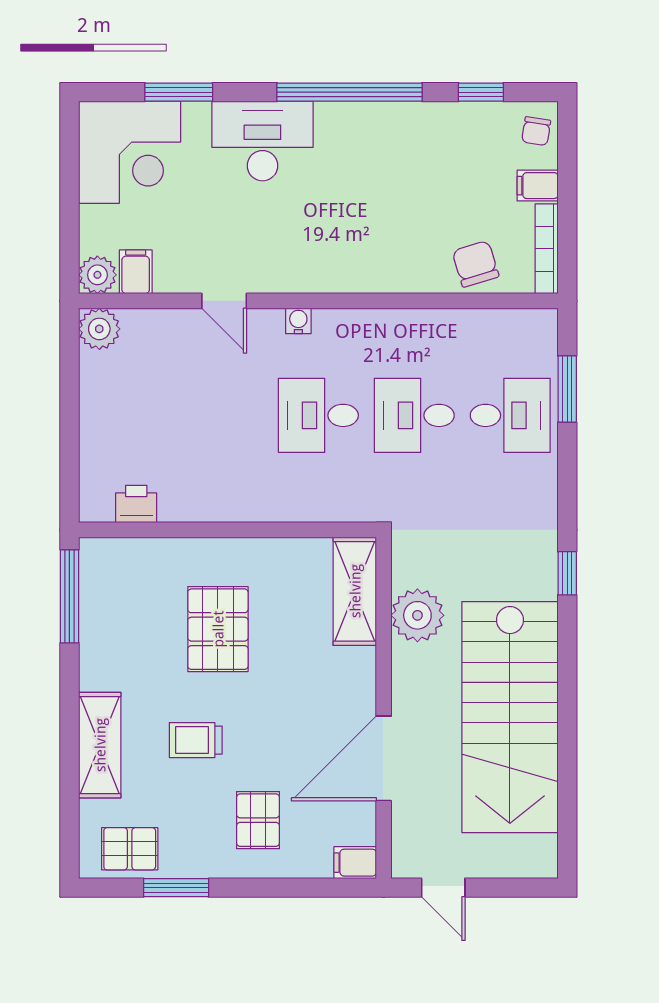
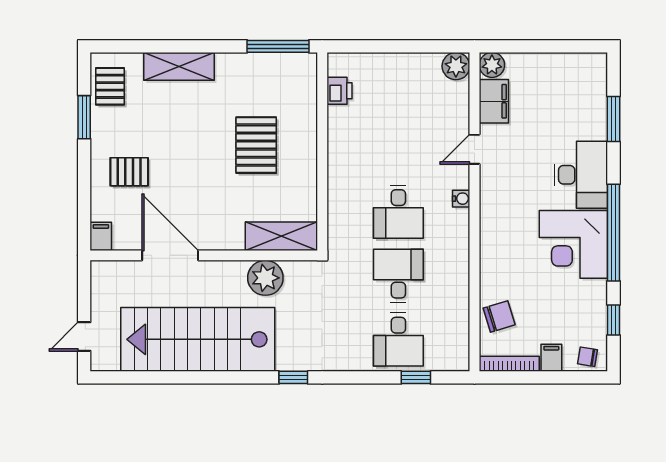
corner desk: (130, 152) -> (573, 244), moved
filing cabinet: (136, 272) -> (494, 101), width x2.00
window: (567, 389) -> (416, 377), width x0.67
desk: (318, 415) -> (398, 212), turned 180
pallet: (218, 629) -> (256, 145), turned 90
trolley: (196, 740) -> (182, 130), removed
door: (443, 888) -> (84, 337), moved

